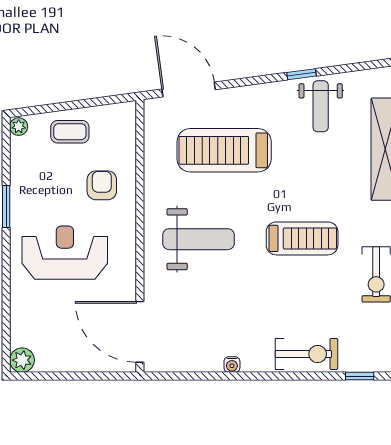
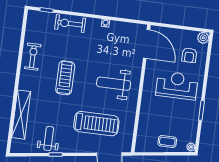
armchair: (102, 185) -> (189, 55), moved
treadmill: (302, 238) -> (65, 78), turned 90
reception desk: (65, 253) -> (177, 85), turned 180

